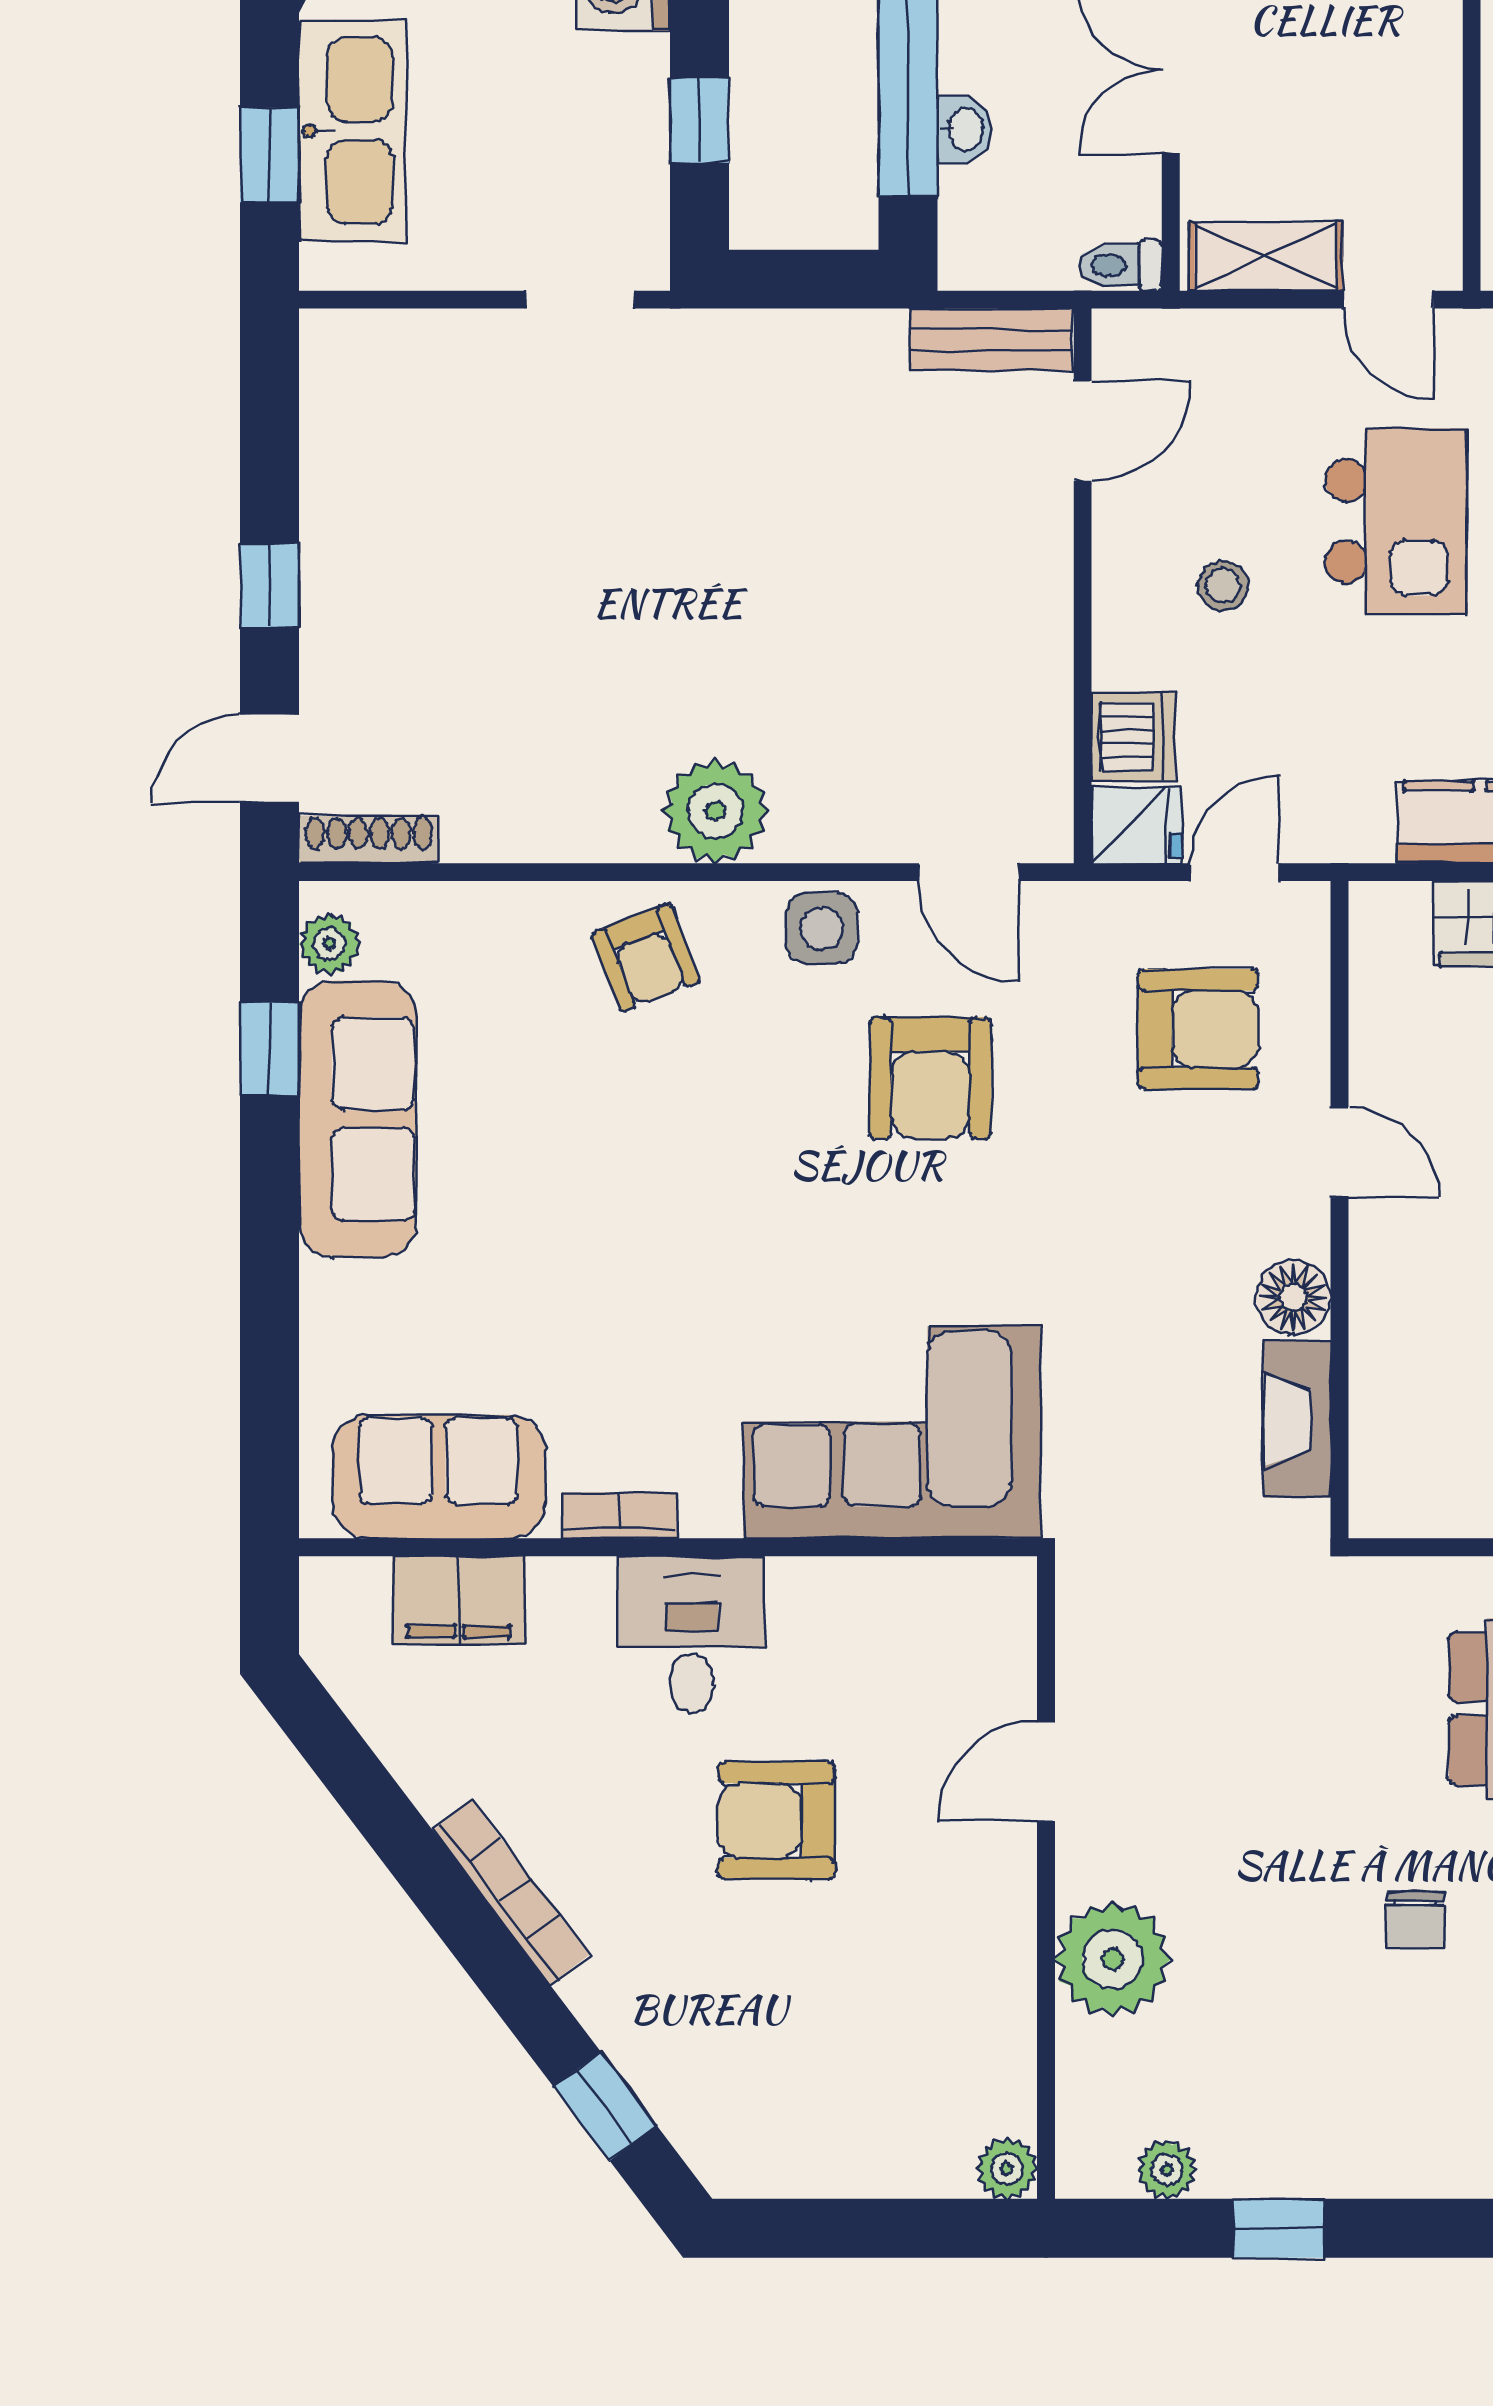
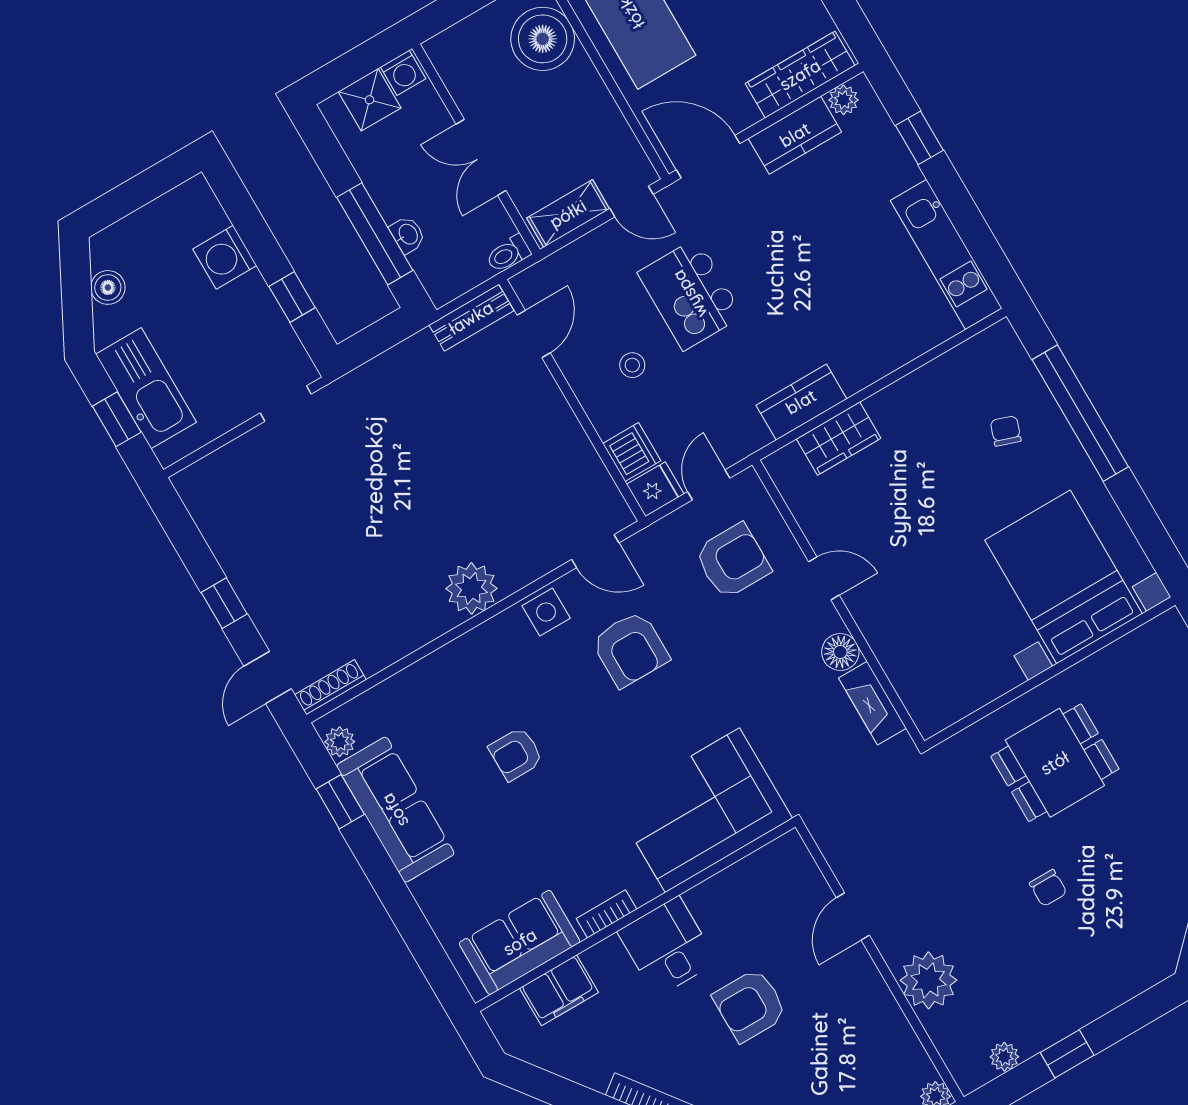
kitchen island: (1396, 521) -> (690, 294), turned 180
armchair: (646, 957) -> (516, 754), moved, turned 111

